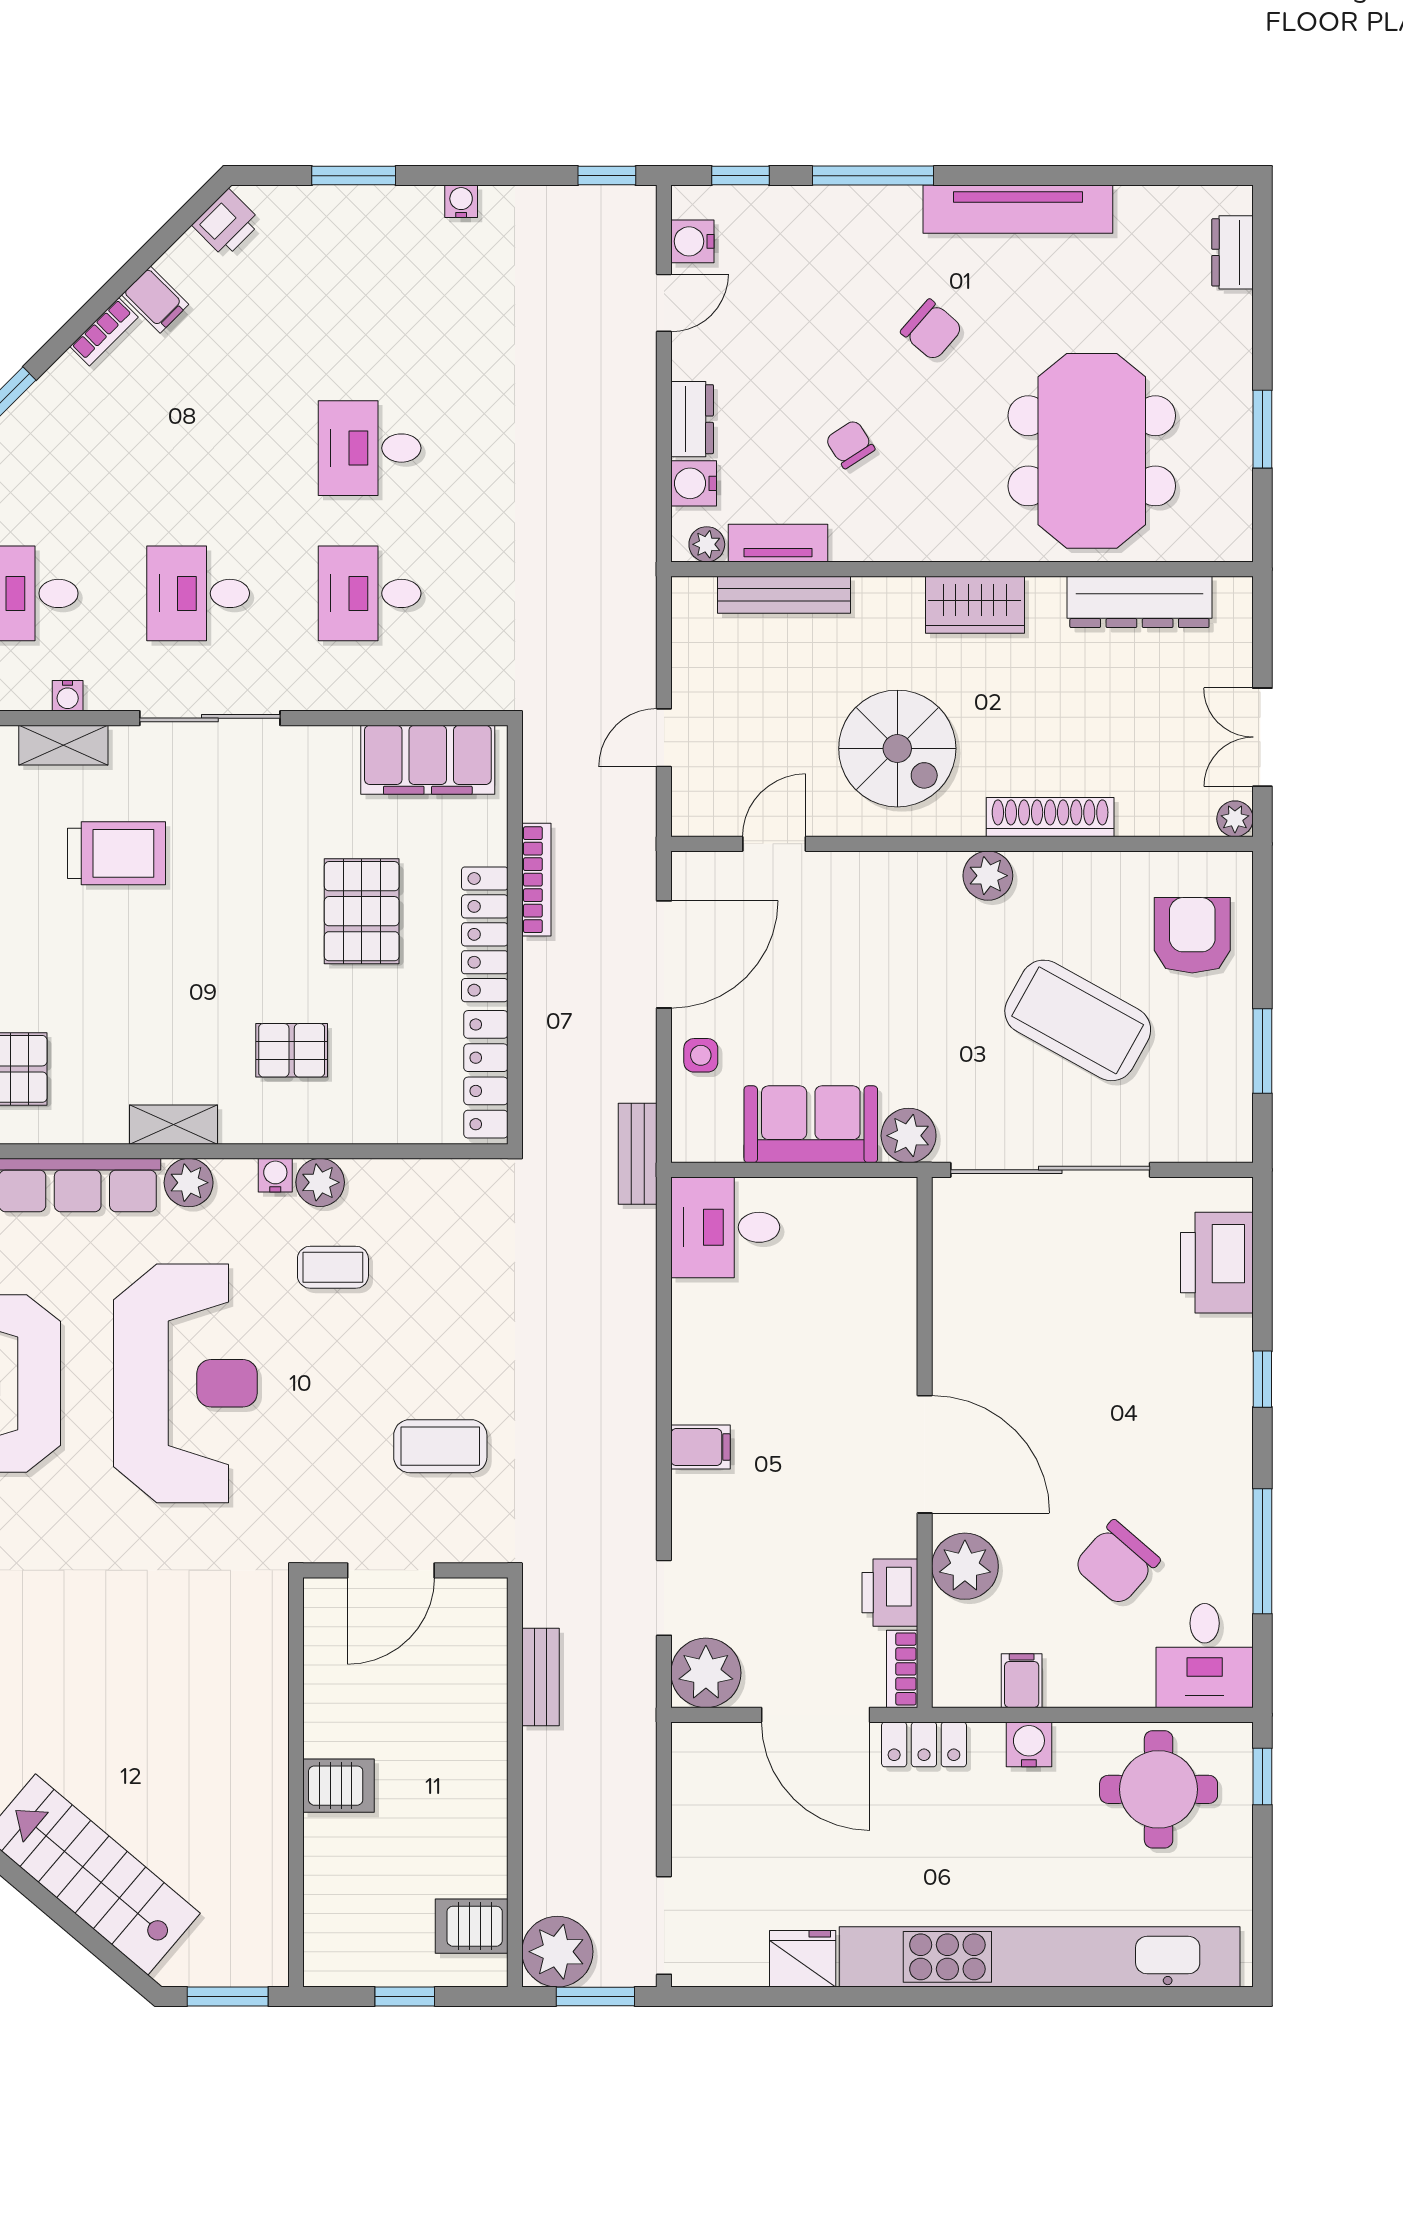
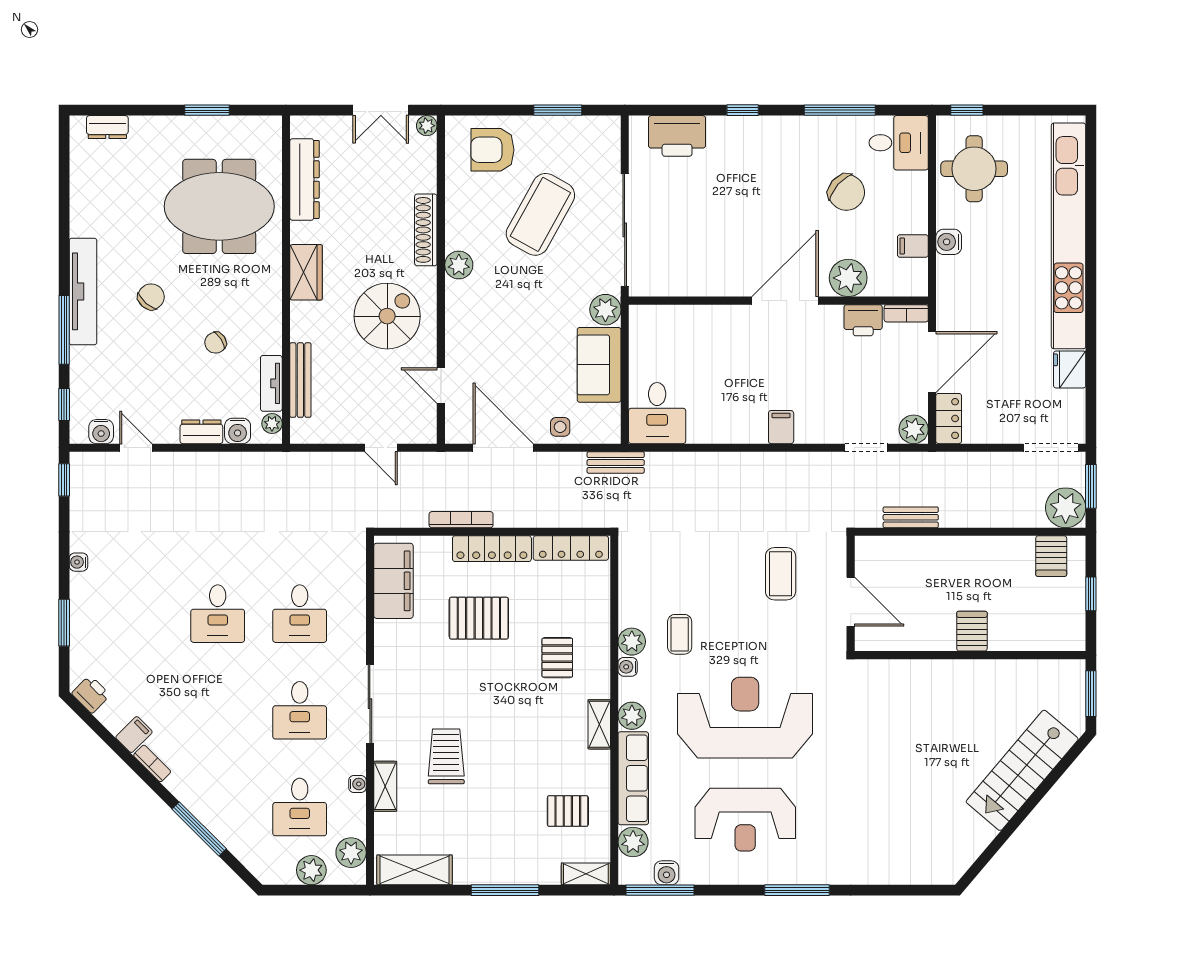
tv unit: (1018, 209) -> (83, 291), moved
plant: (706, 1673) -> (914, 429), width x0.73, depth x0.73
locker: (924, 1744) -> (949, 419), moved

